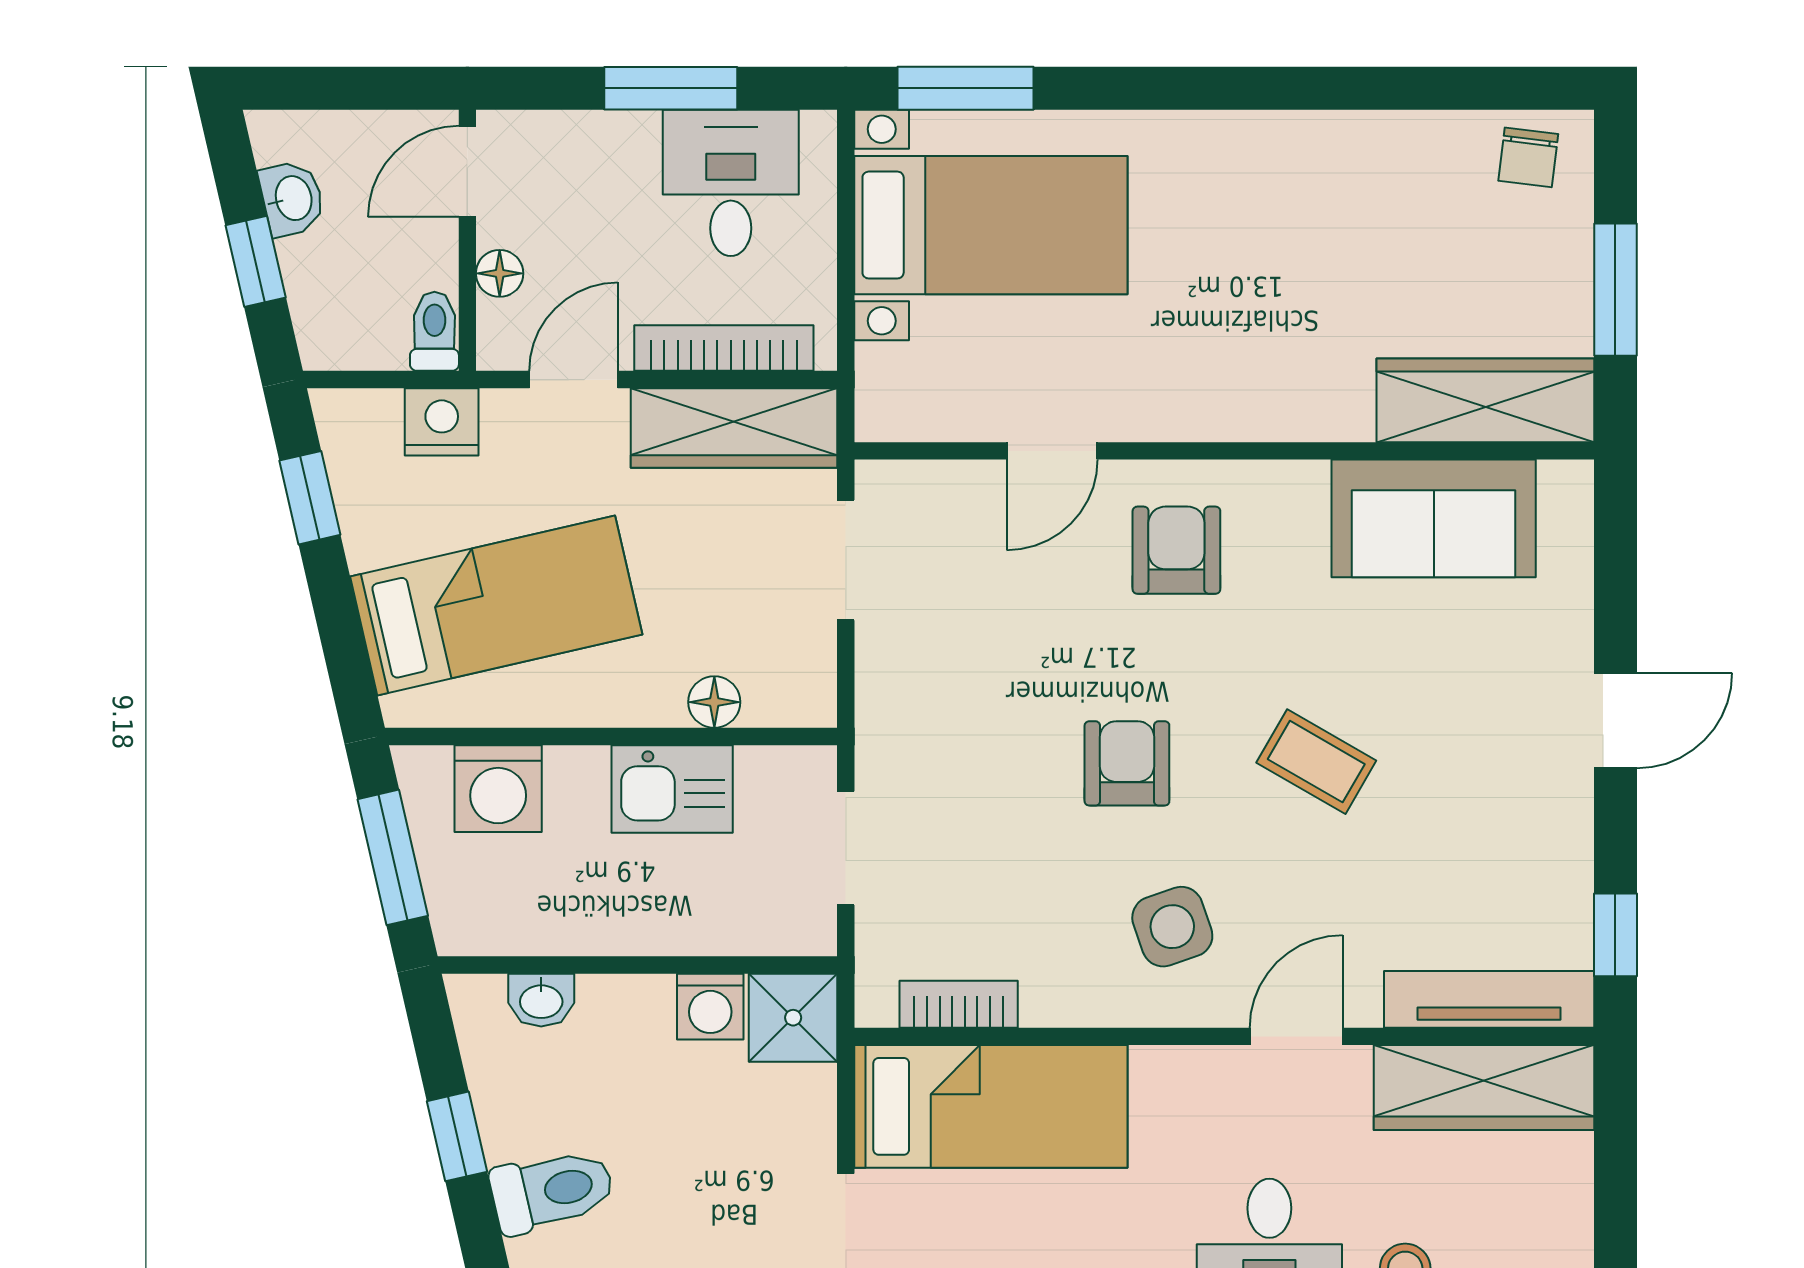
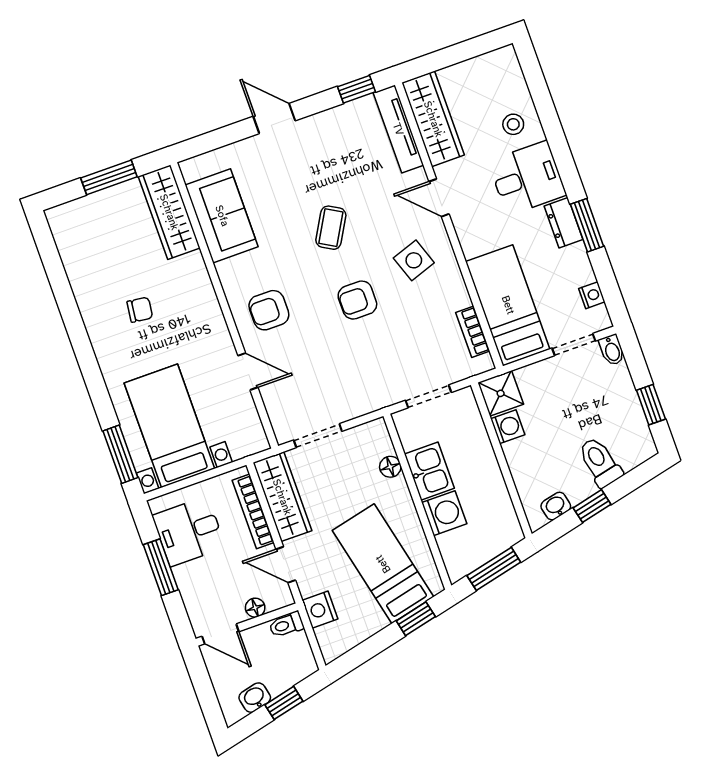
chair: (1528, 157) -> (140, 310), moved
window: (310, 498) -> (416, 619), moved
washing machine: (498, 789) -> (444, 513), moved
washbasin: (541, 1000) -> (556, 506), moved, turned -103

